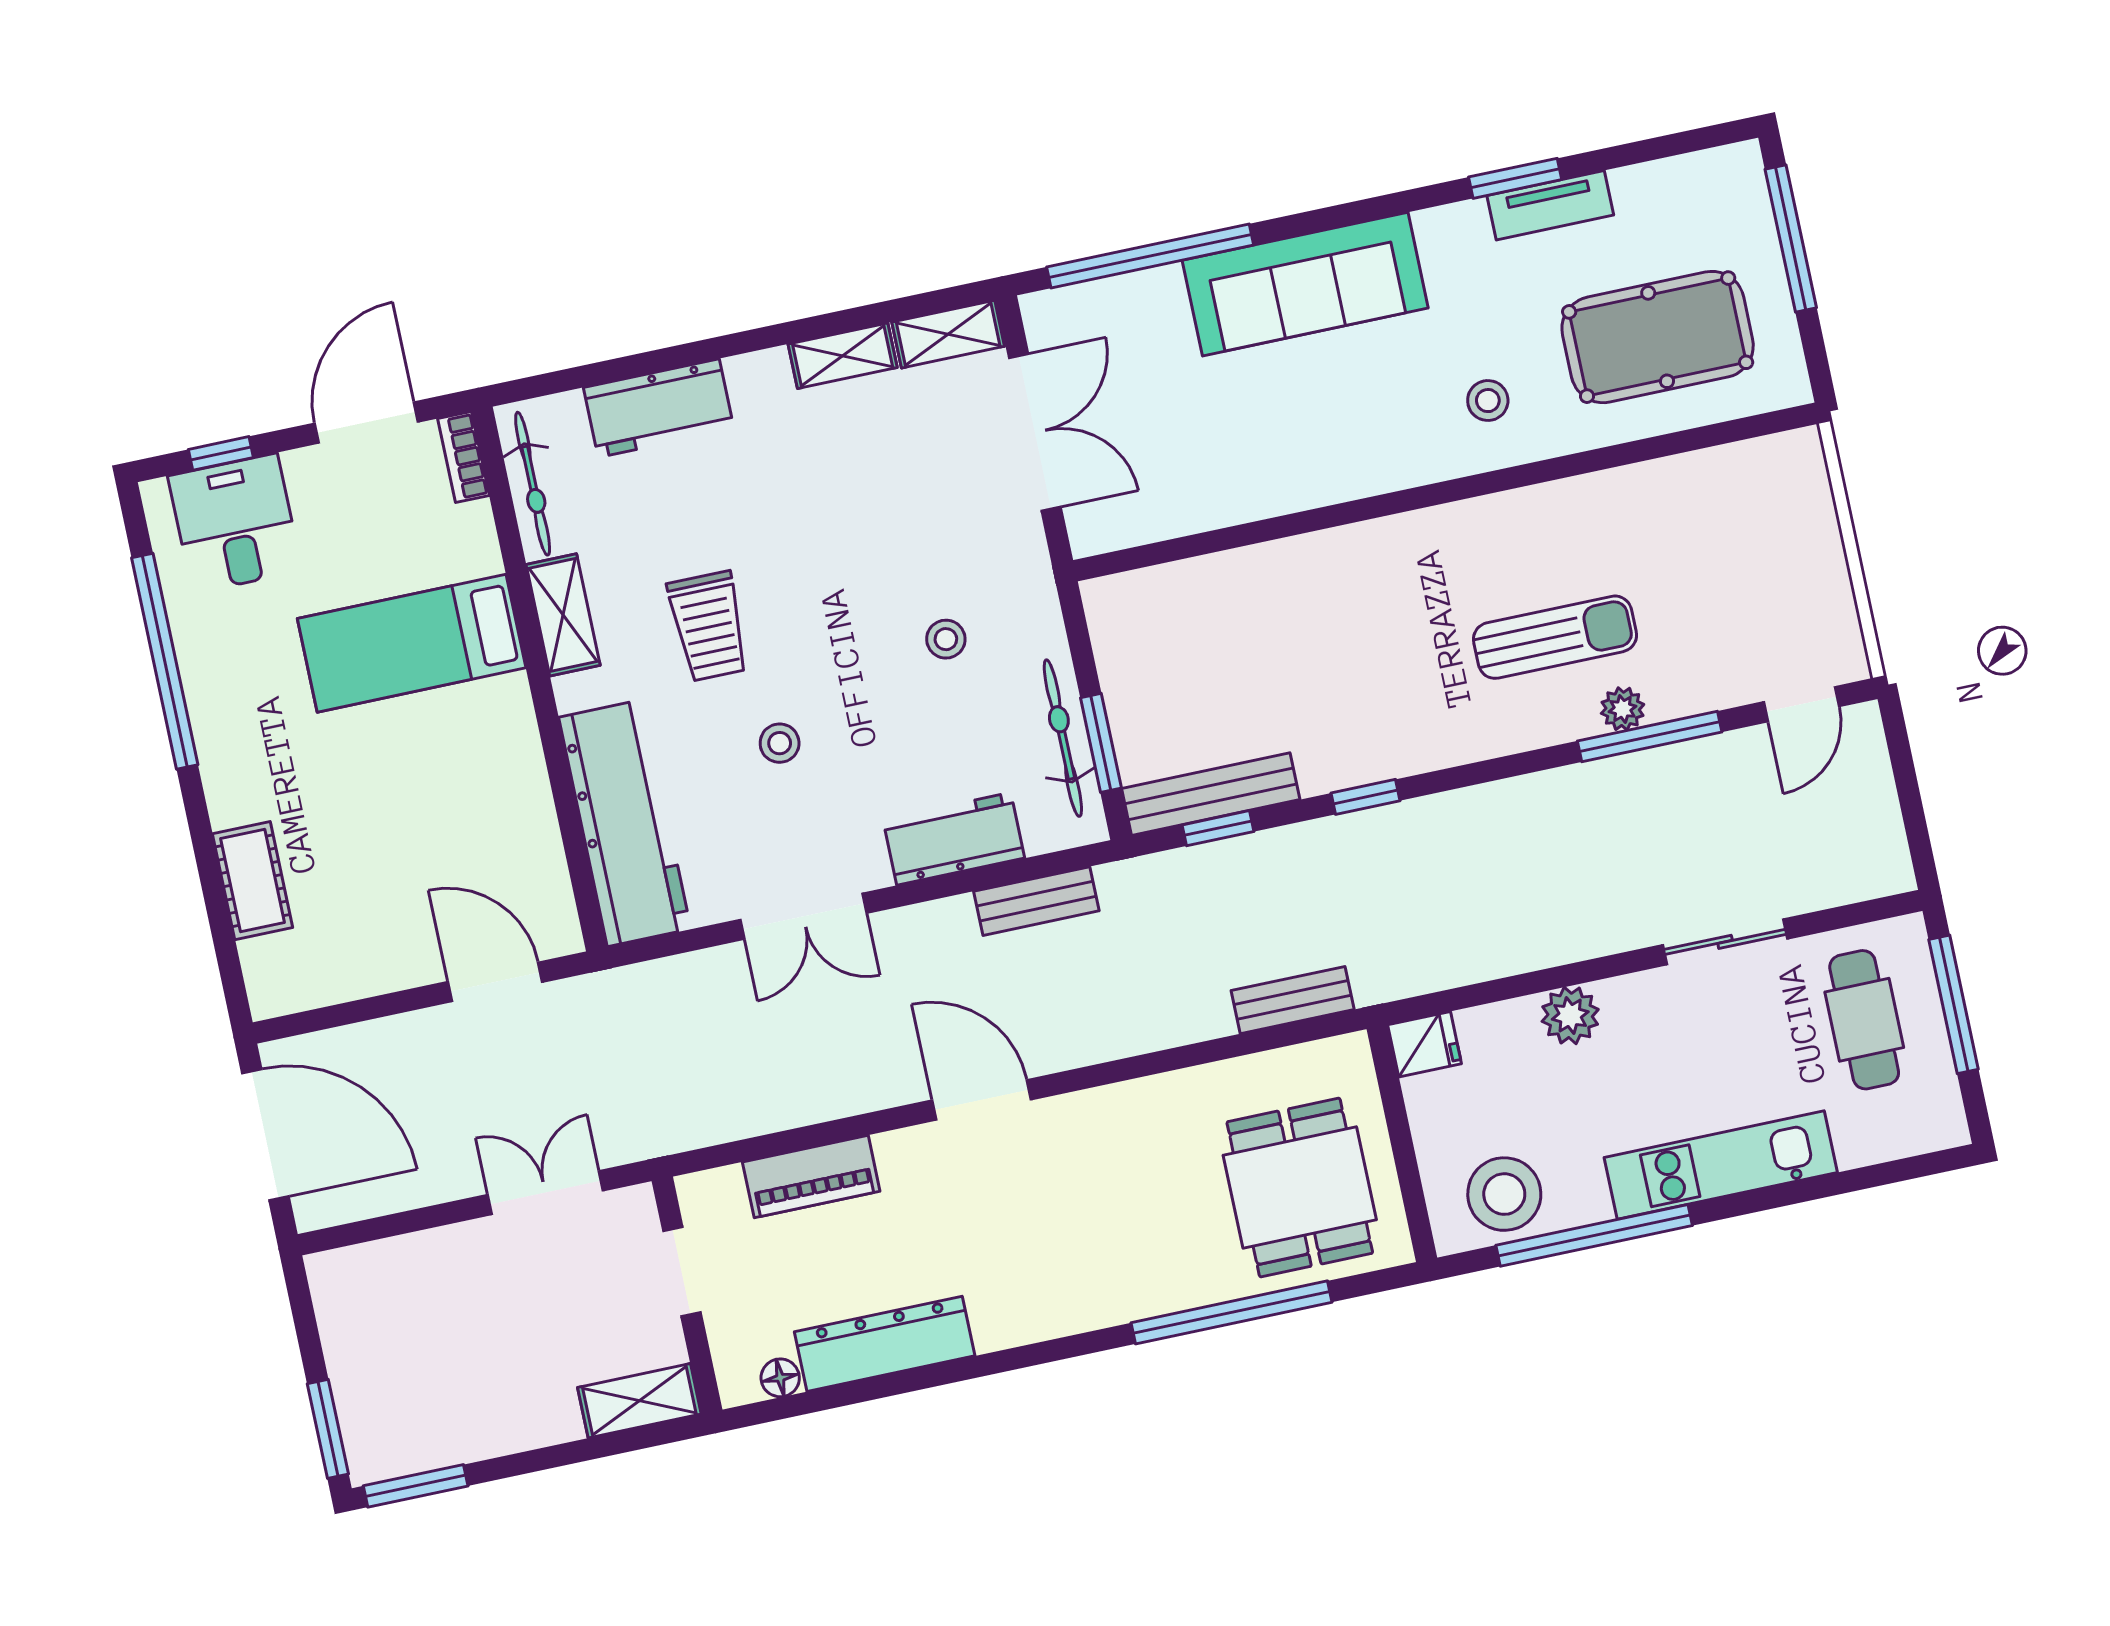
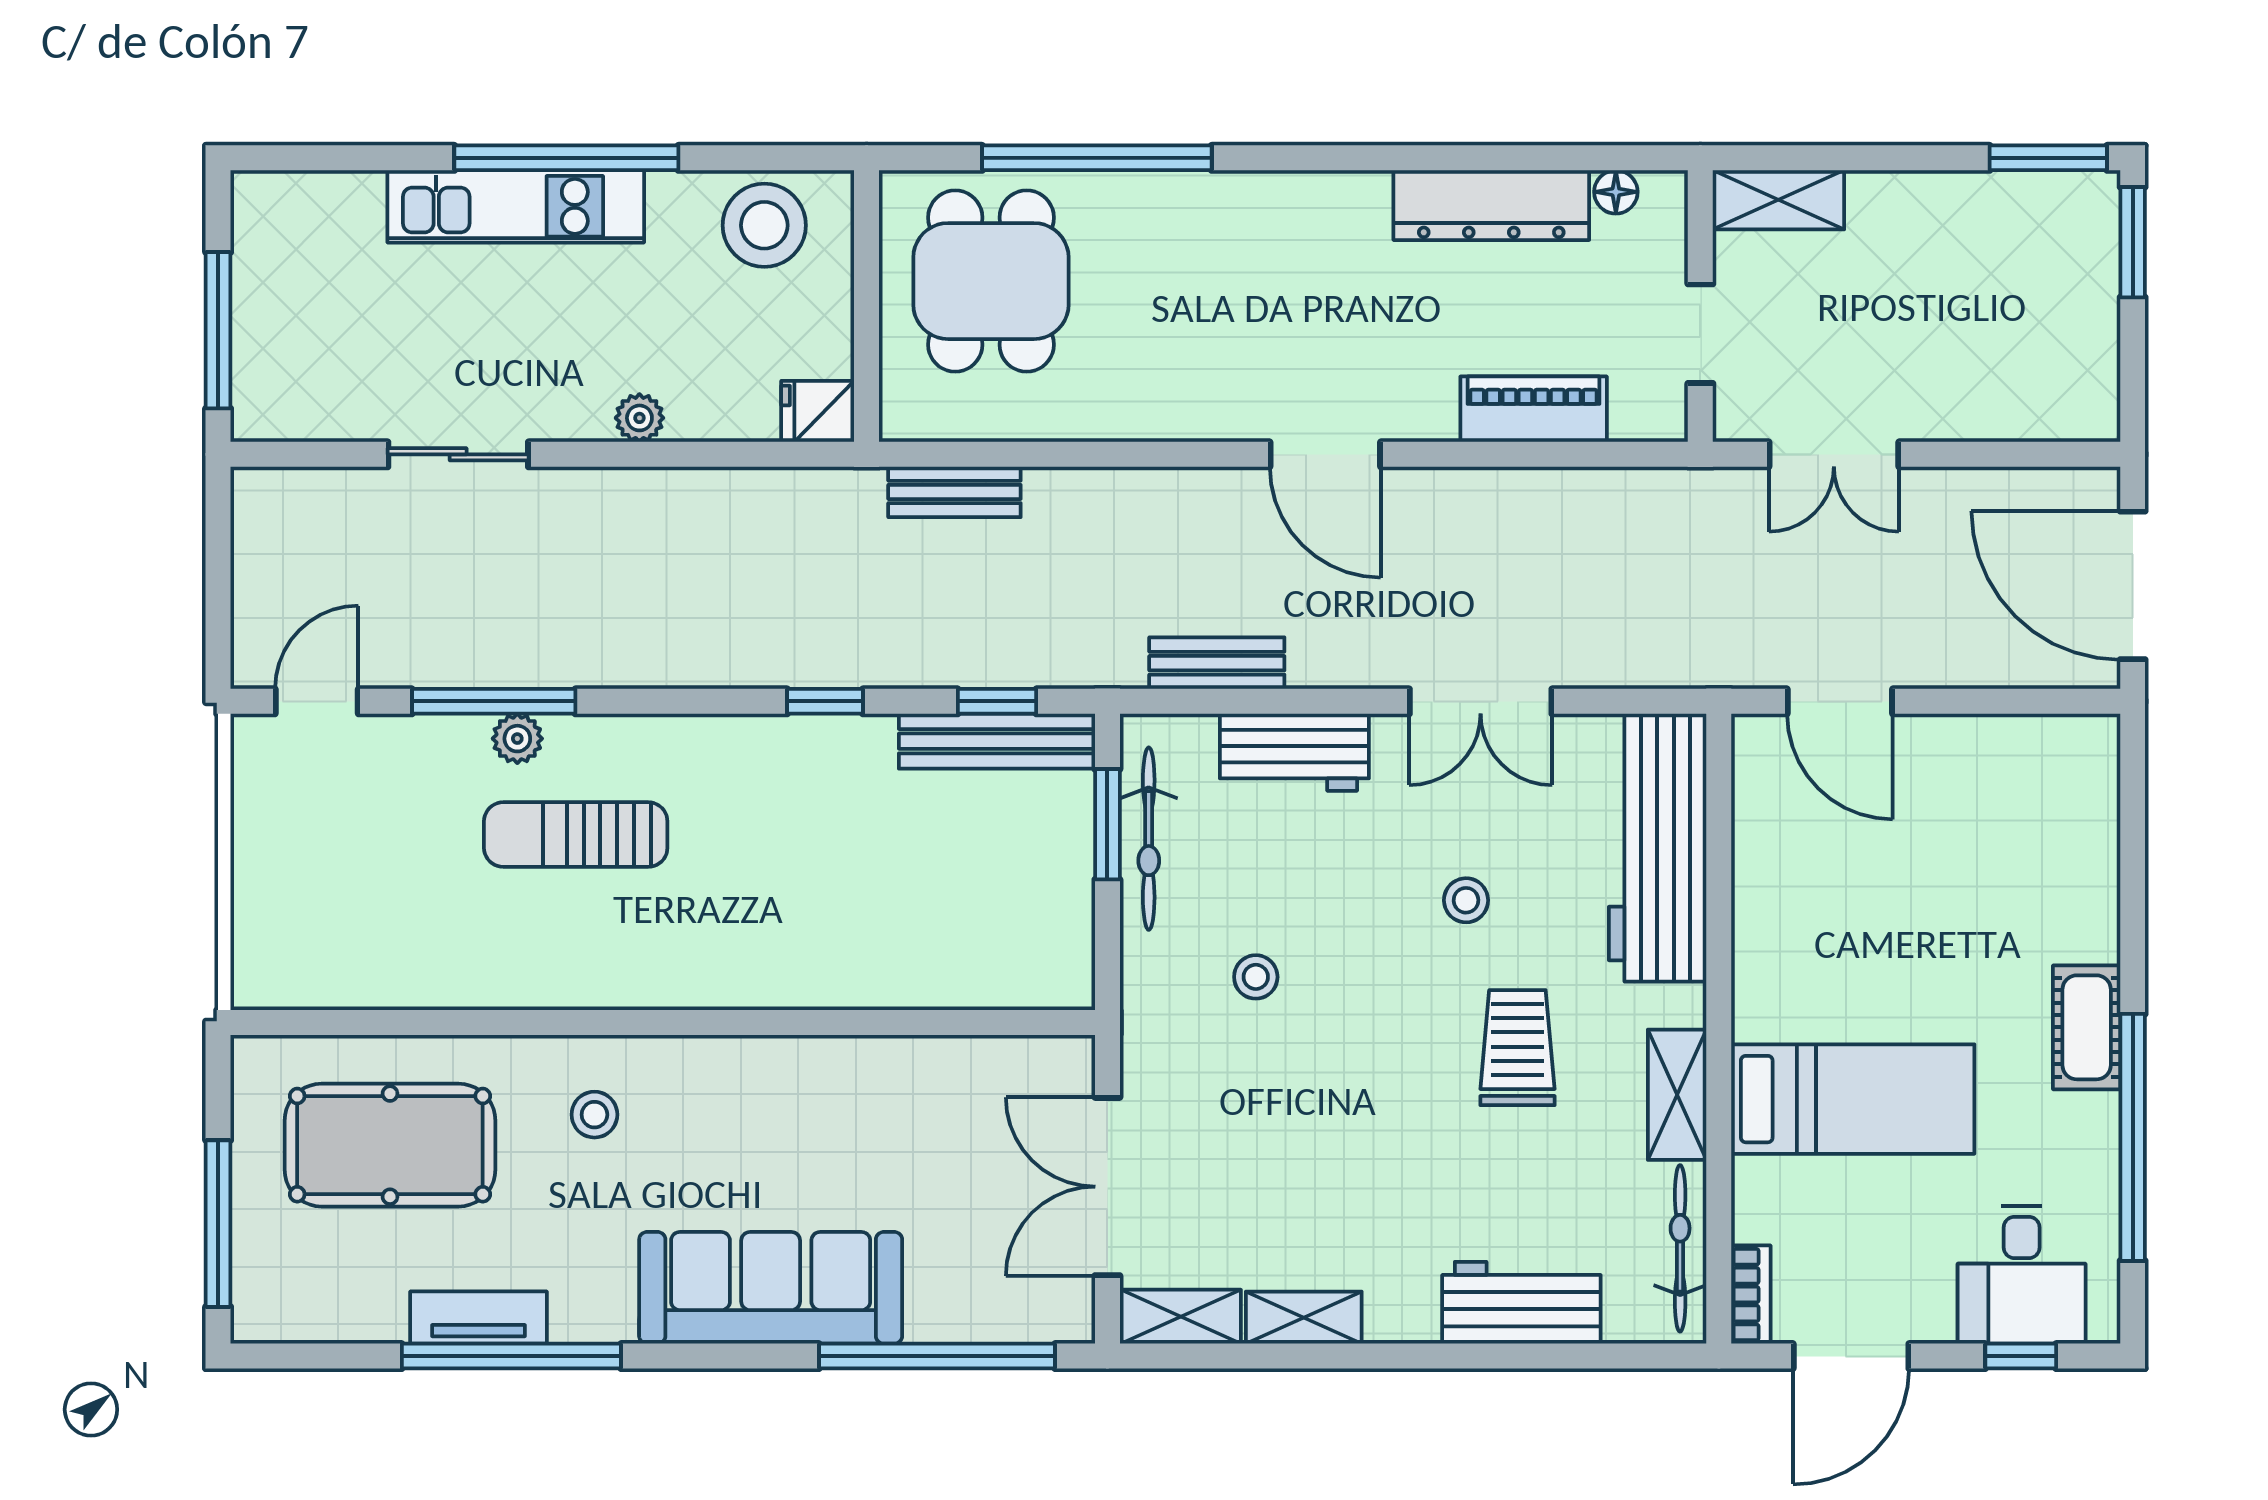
window: (1515, 178) -> (511, 1356), width x2.11
cot: (253, 881) -> (2087, 1027), moved
double door: (803, 916) -> (1481, 701), swing flipped
plant: (1570, 1015) -> (639, 418), width x0.73, depth x0.73
cafe table: (1864, 1020) -> (321, 334), removed
window: (1594, 1235) -> (566, 158), moved

